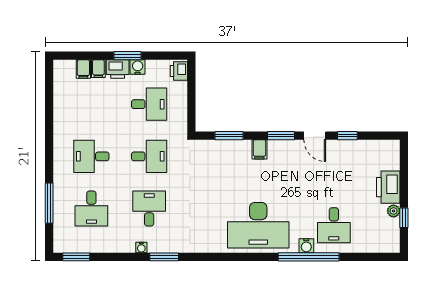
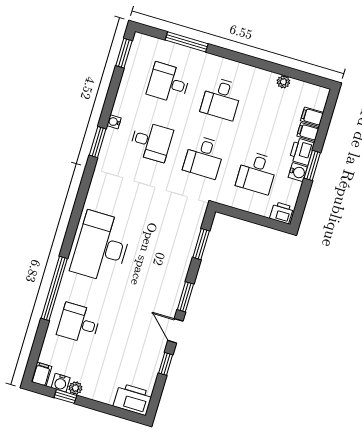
plant: (59, 104) -> (283, 82), added
door: (315, 136) -> (175, 331), hinge flipped
filing cabinet: (259, 149) -> (41, 374), moved, turned 90
desk: (91, 156) -> (221, 99), turned 180
printer: (388, 187) -> (133, 399), moved
water cooler: (306, 246) -> (61, 383), moved, turned -90

